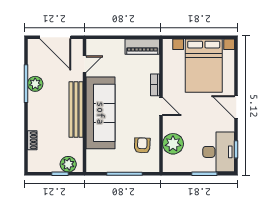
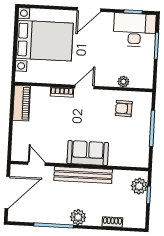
plant: (35, 84) -> (78, 217), moved
sofa: (101, 113) -> (88, 153), width x0.54, depth x0.79
plant: (173, 144) -> (123, 82), width x0.53, depth x0.53

